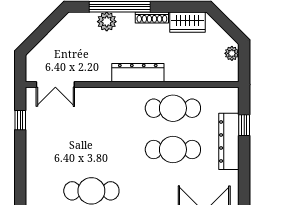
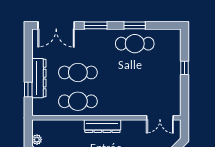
double door: (55, 85) -> (160, 118), swing flipped
window: (20, 120) -> (184, 68), moved

